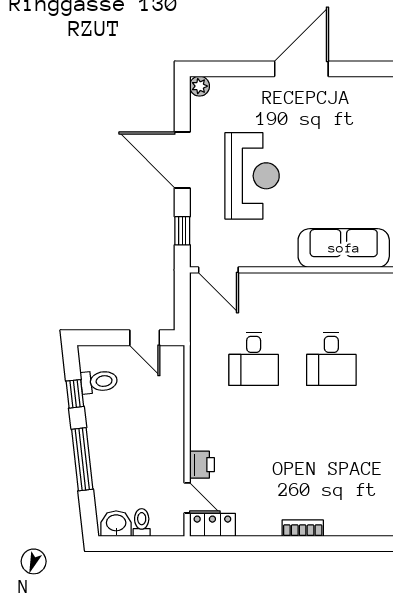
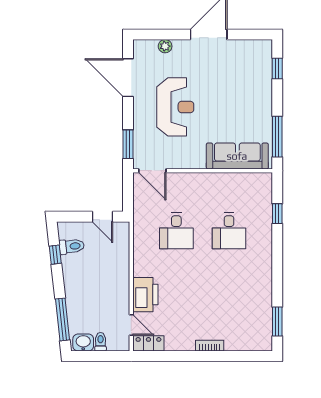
plant: (200, 86) -> (165, 46), moved
door: (182, 160) -> (128, 78), moved
window: (182, 231) -> (128, 144), width x1.50
window: (82, 459) -> (63, 319), moved
printer: (202, 465) -> (145, 295), width x1.87, depth x1.48

